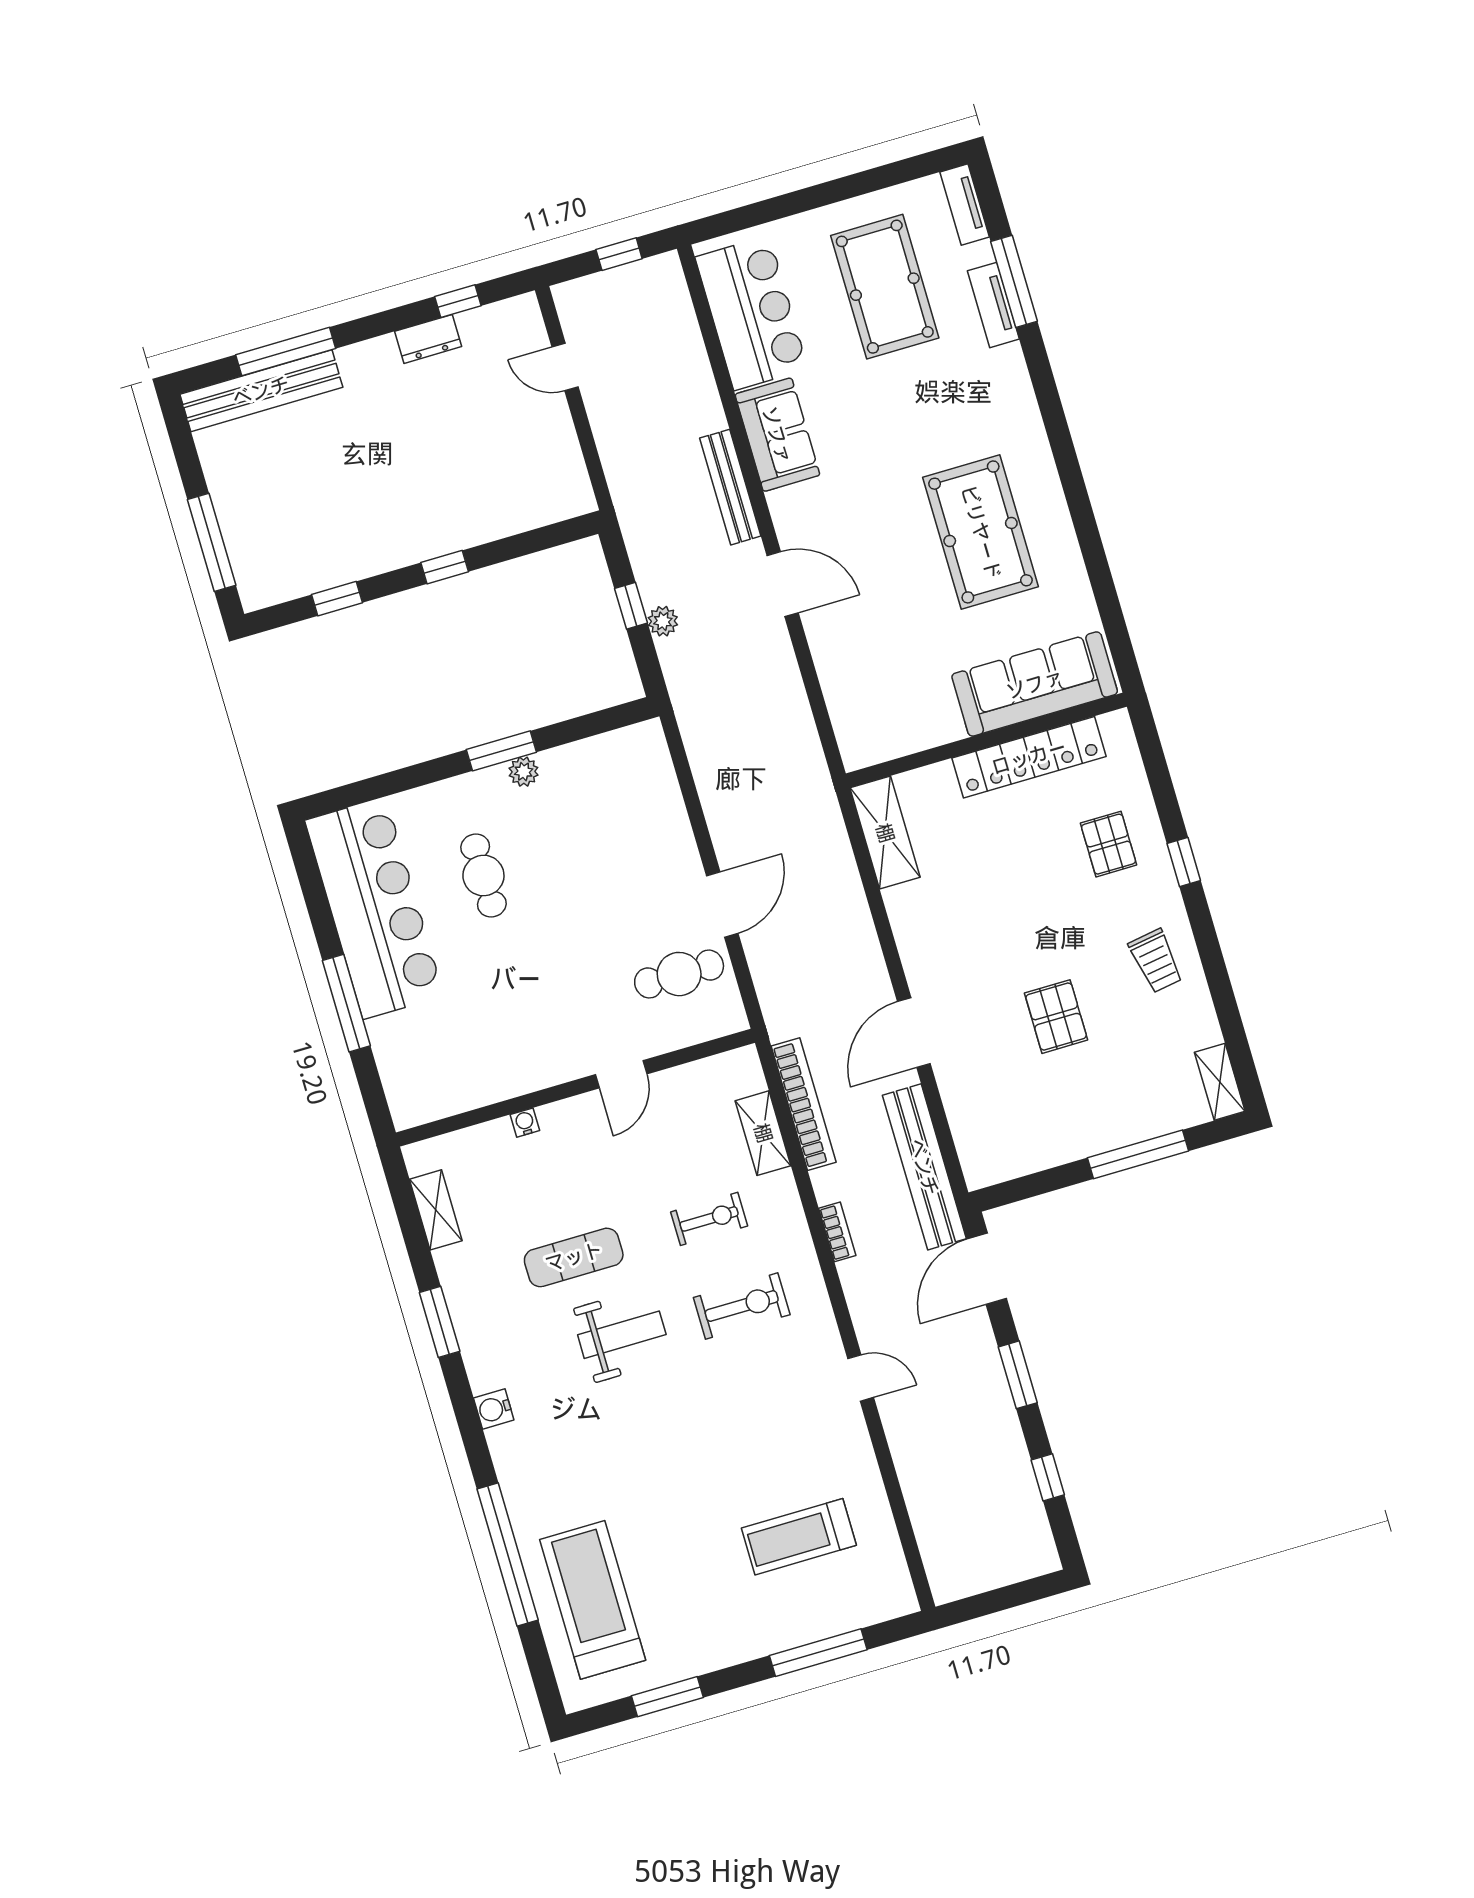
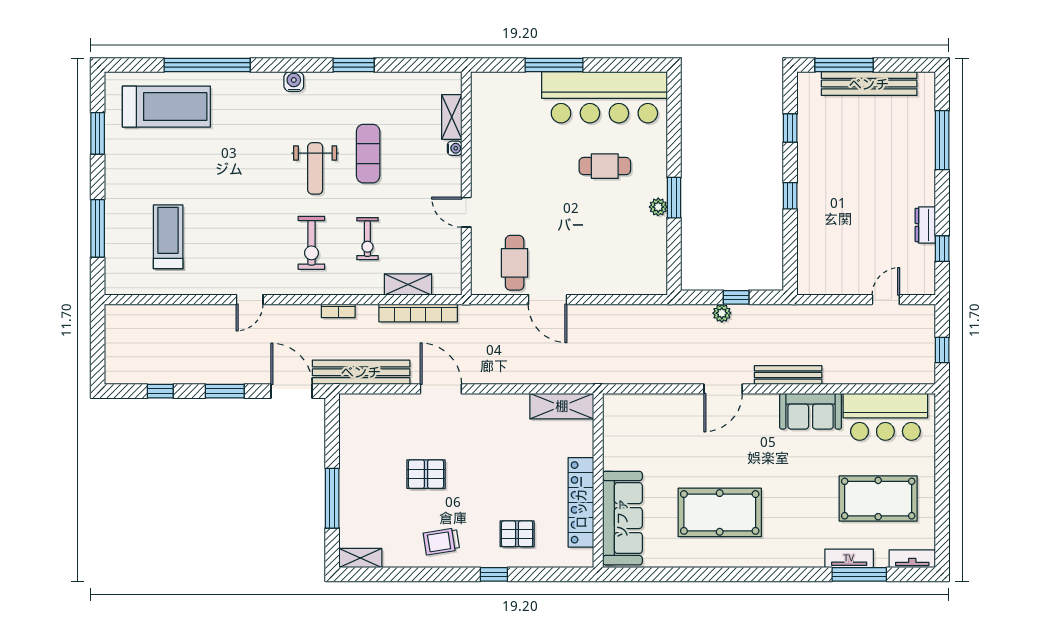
bench: (261, 391) -> (869, 84), moved, turned 90
shelving: (436, 1210) -> (452, 117), moved, turned 90

